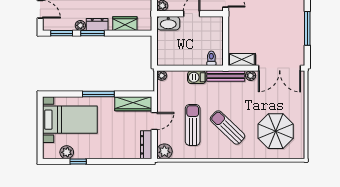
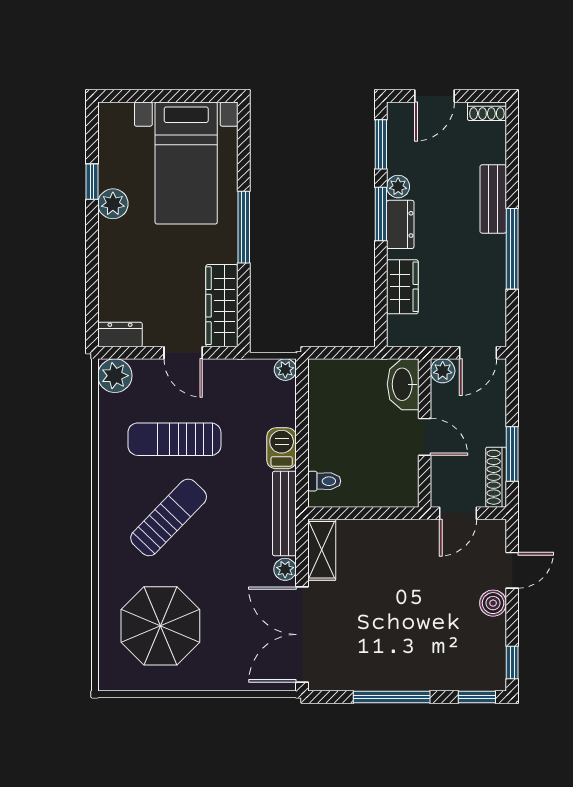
sun lounger: (193, 125) -> (174, 439), turned 180
dresser: (146, 145) -> (120, 334), width x0.70
plant: (67, 152) -> (113, 204), moved

